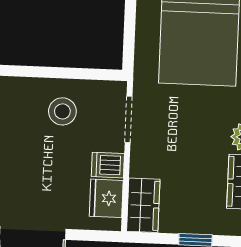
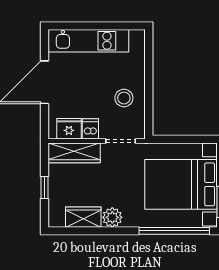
wardrobe: (143, 205) -> (74, 153), width x1.50

